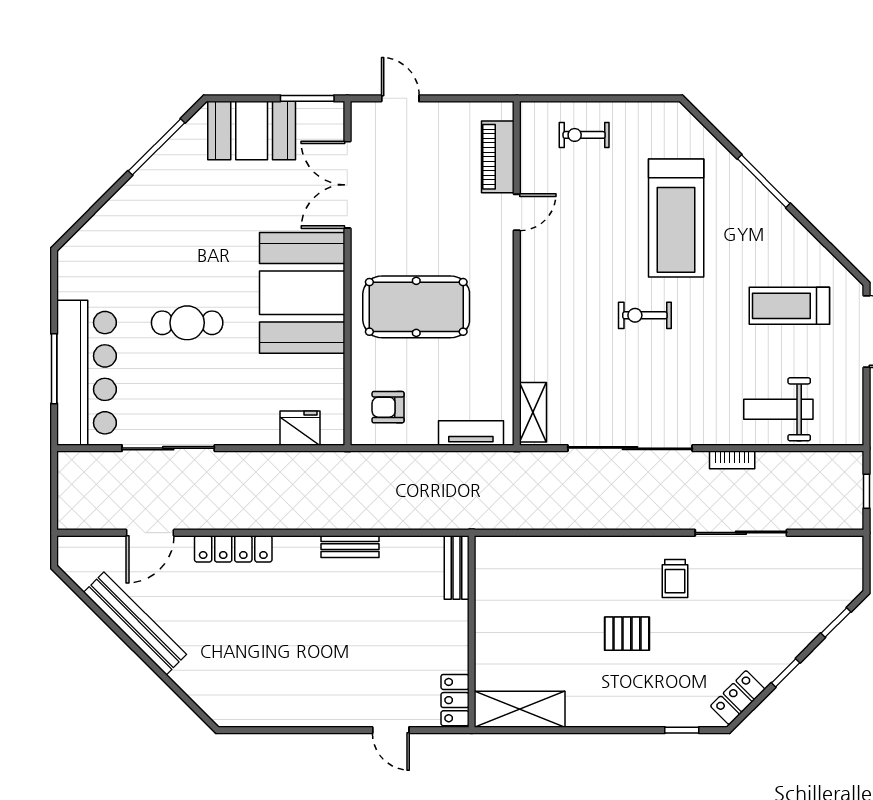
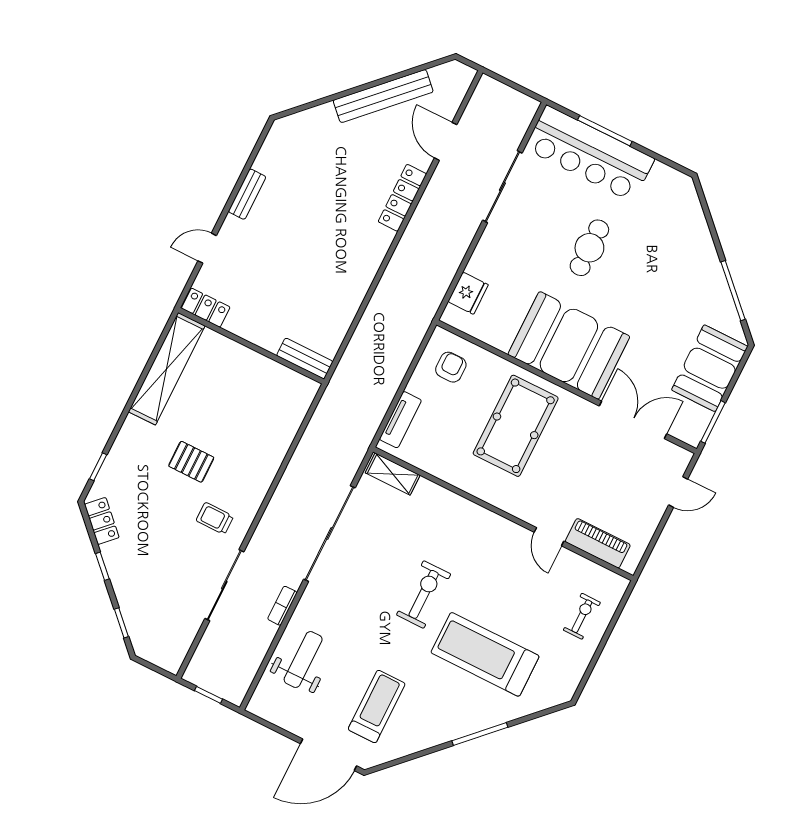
exercise bike: (645, 315) -> (424, 594), width x1.38, depth x1.39
bench: (350, 547) -> (247, 194), moved
pallet: (627, 634) -> (191, 462), turned 90
shelving: (520, 709) -> (167, 369), width x1.47

